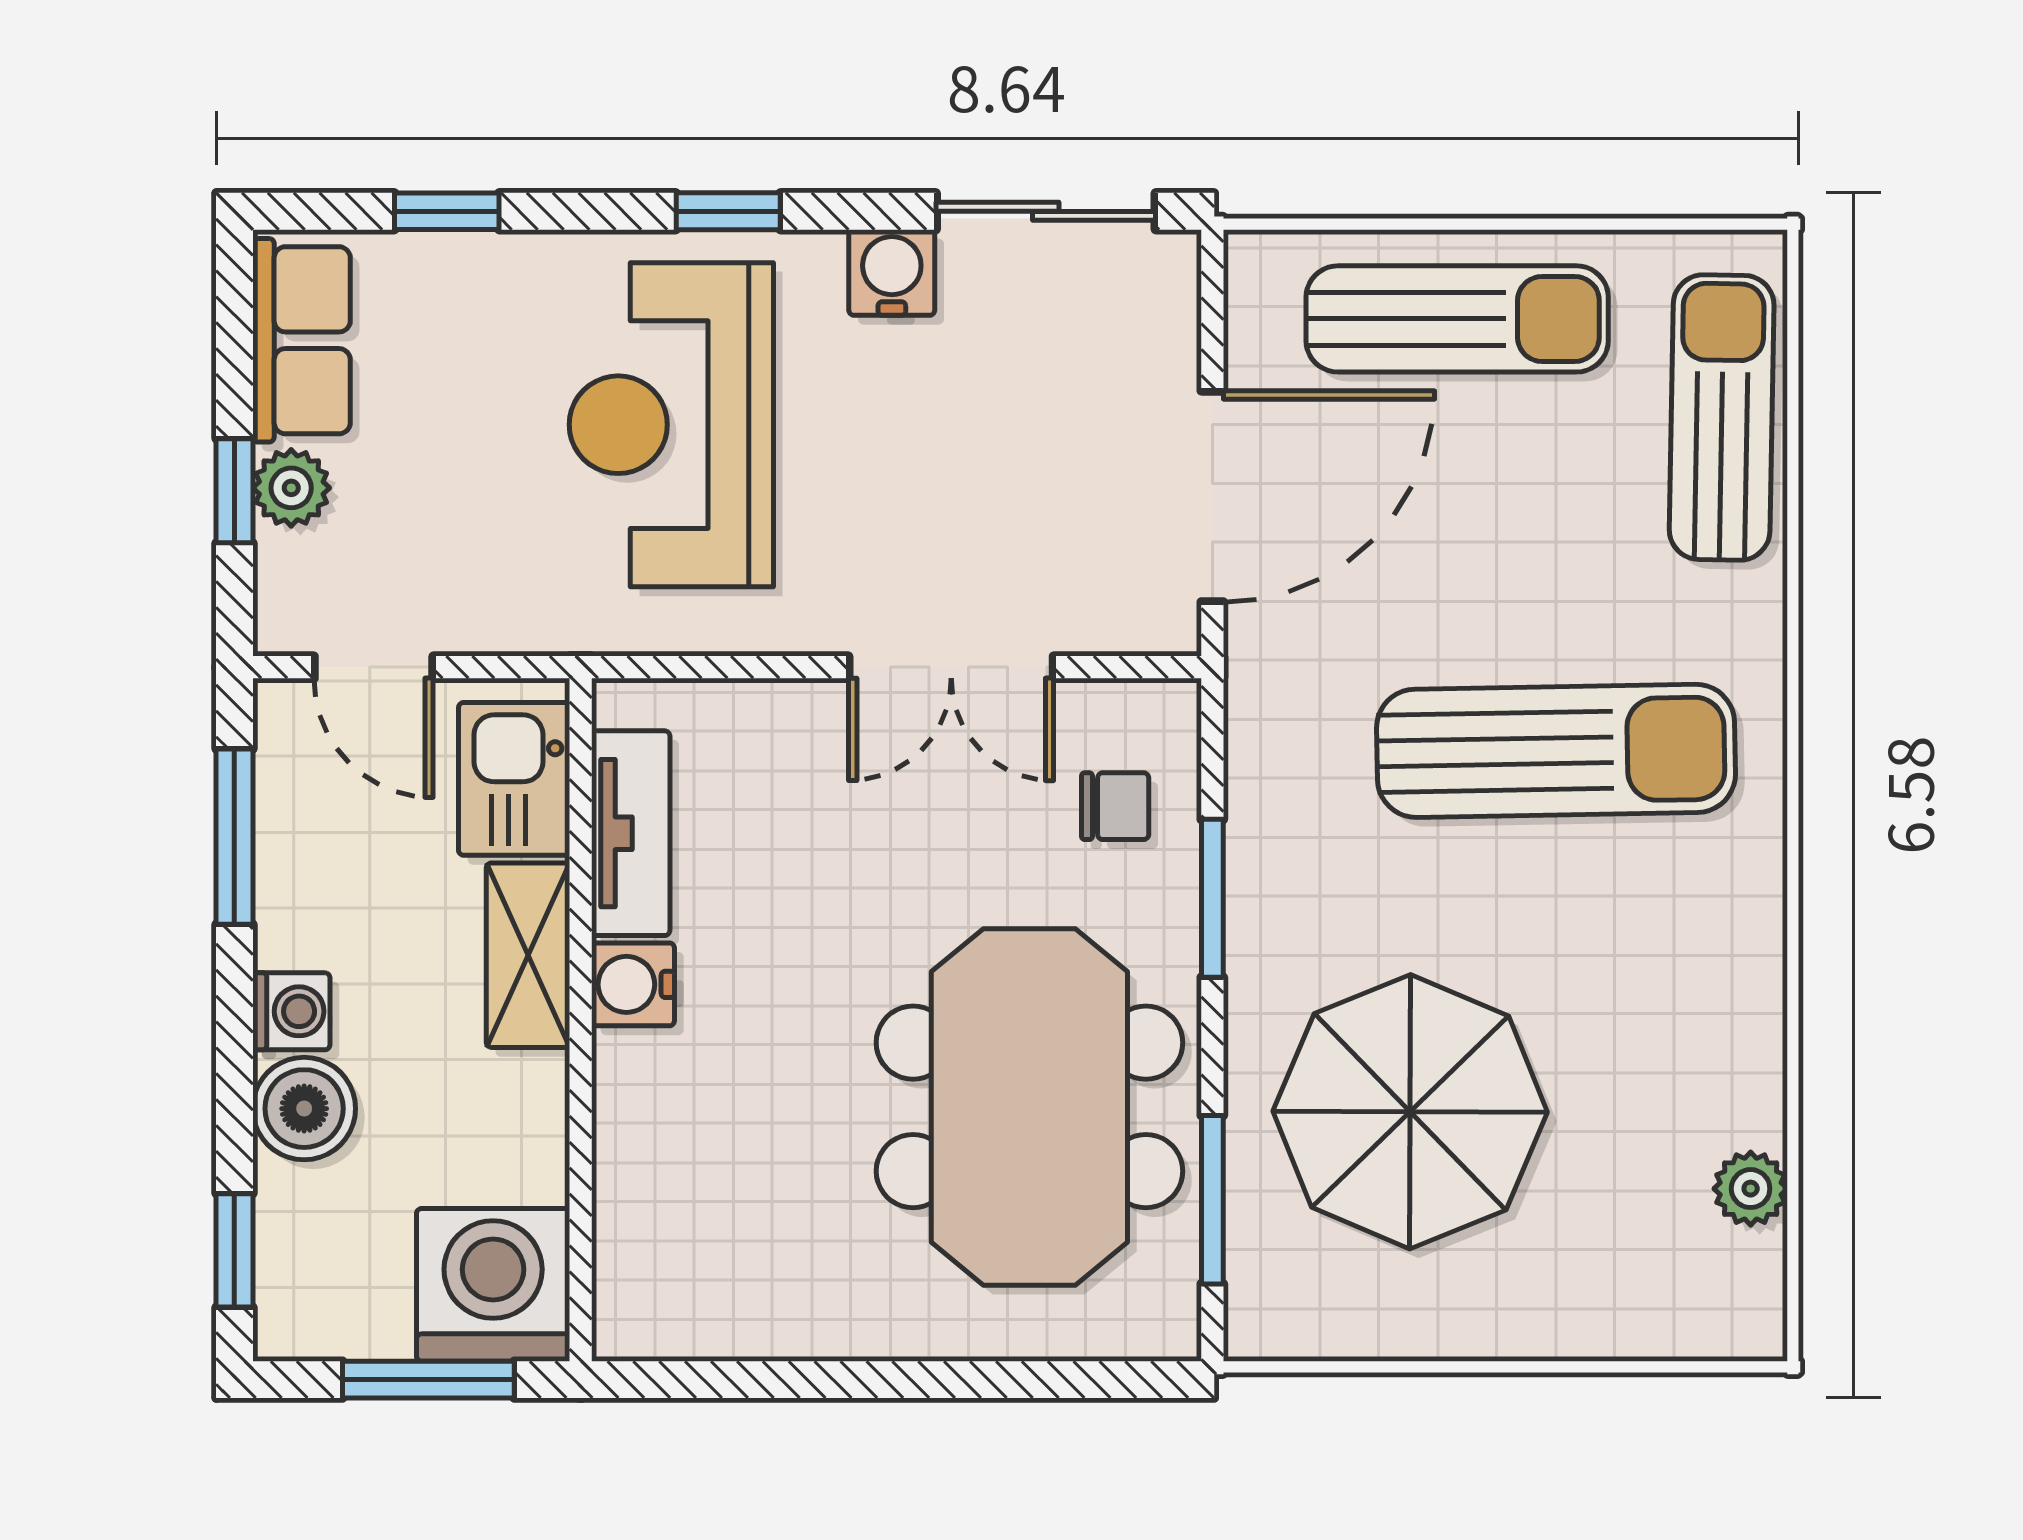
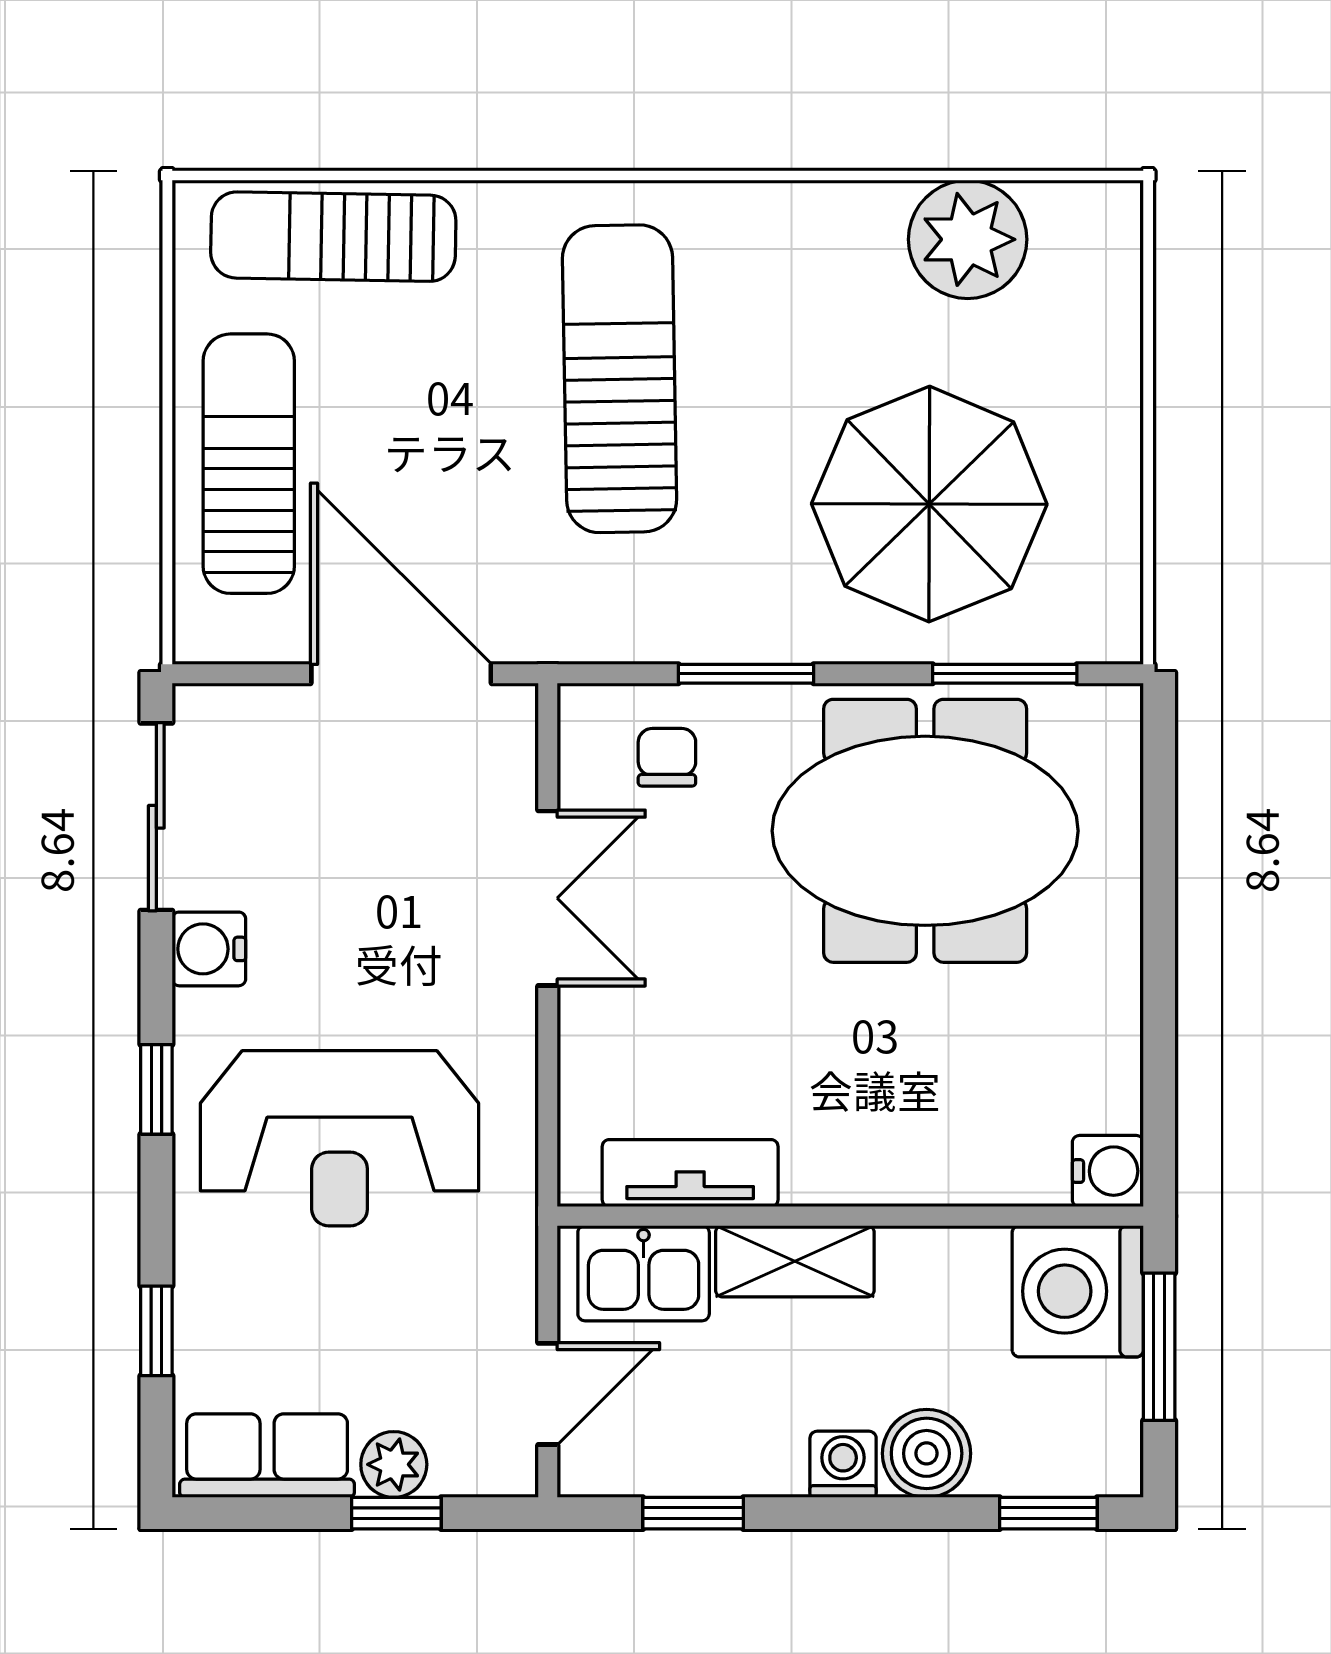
window: (234, 837) -> (693, 1513), width x0.67
water cooler: (633, 984) -> (1108, 1171), moved, turned -90
plant: (1751, 1189) -> (968, 239), width x1.87, depth x1.87

